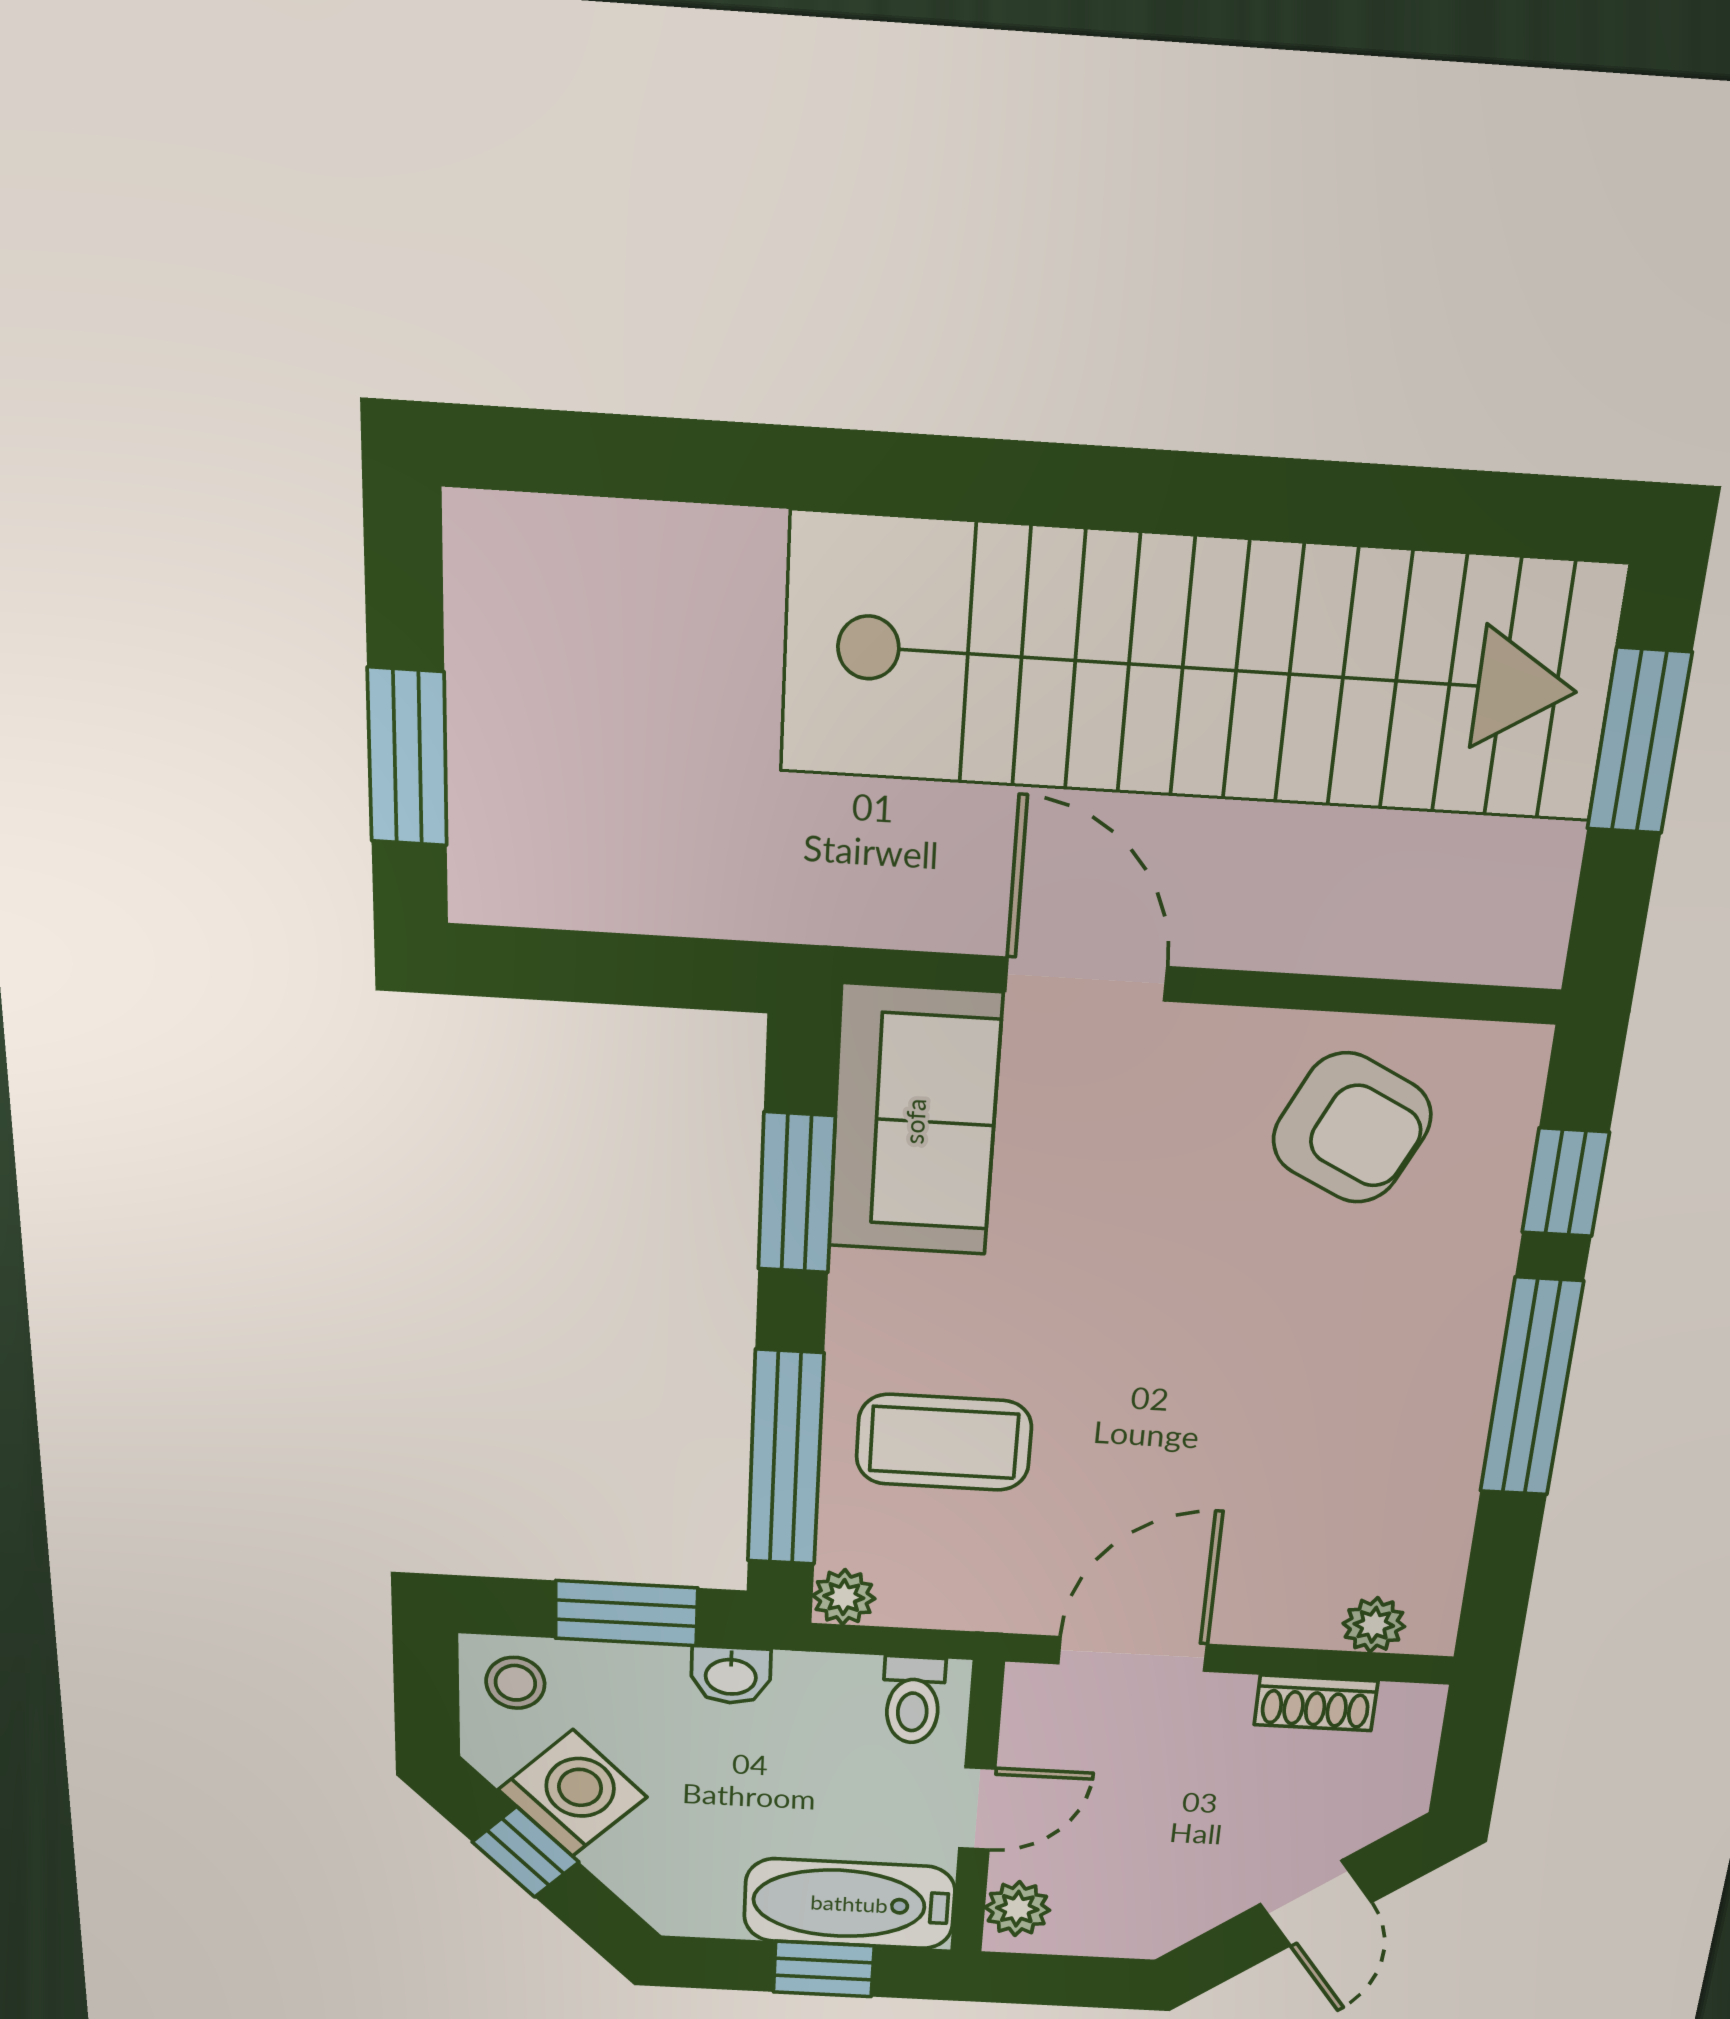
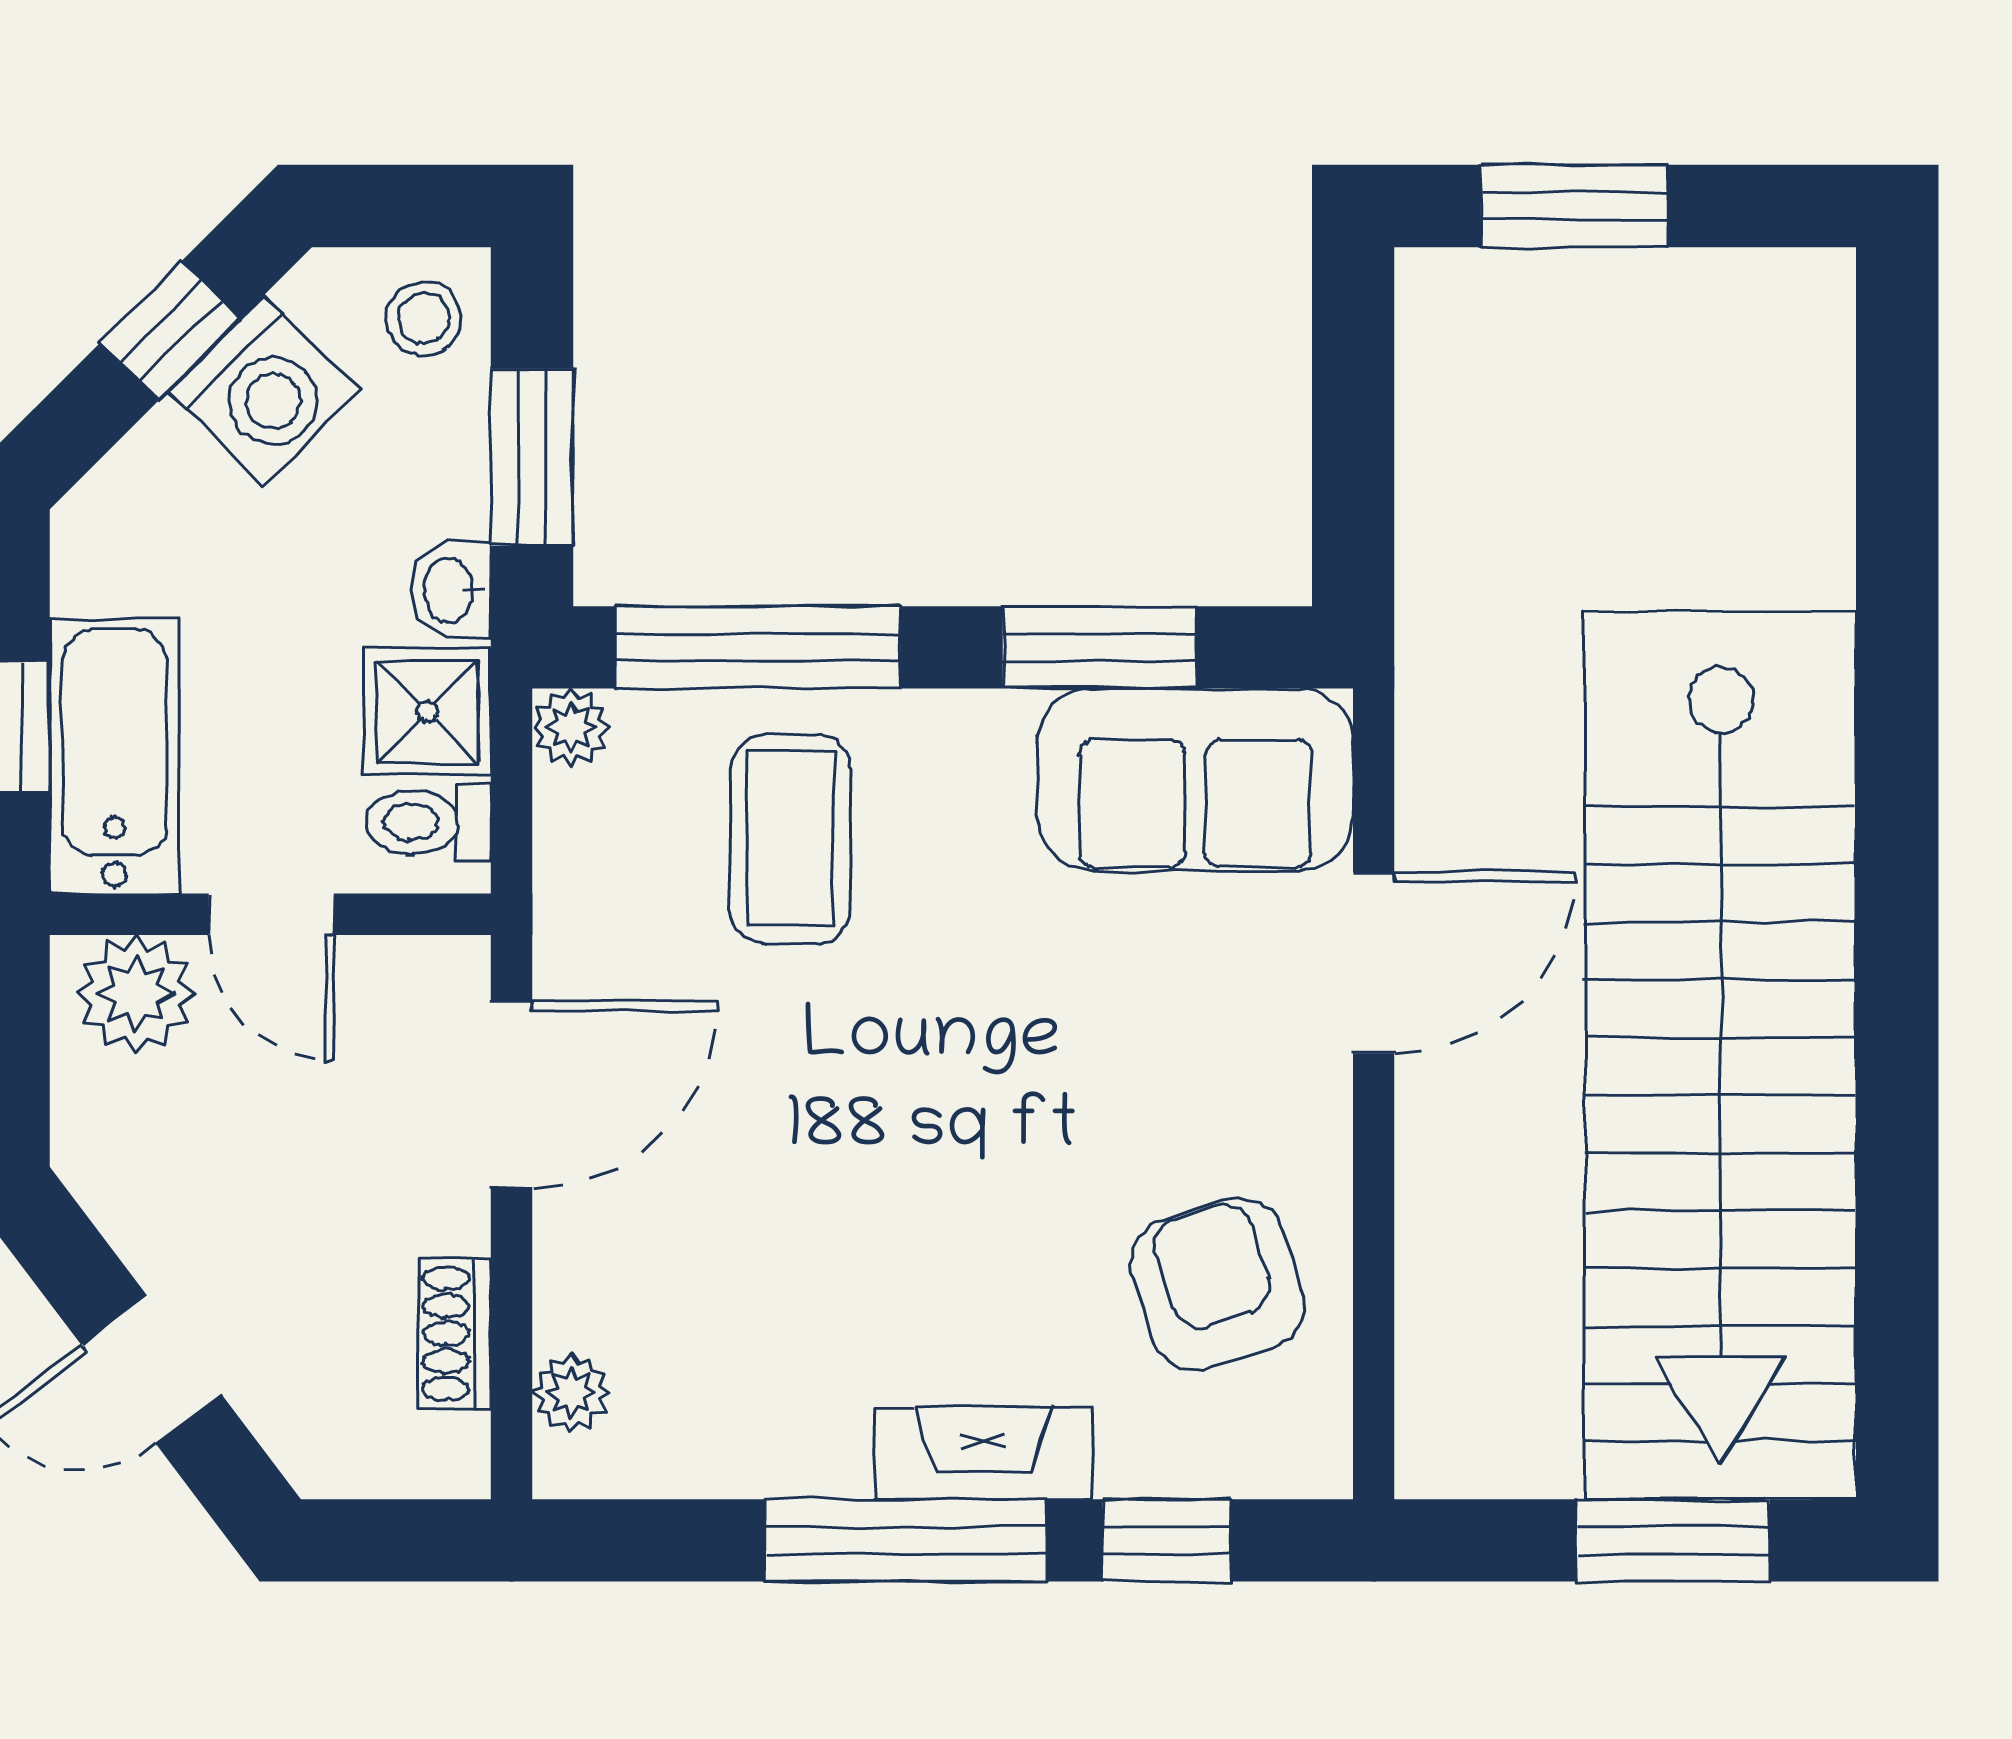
armchair: (1352, 1128) -> (1217, 1284), turned 136
fireplace: (1469, 1324) -> (983, 1453), added
door: (1132, 1654) -> (511, 1094), hinge flipped
shower: (826, 1696) -> (427, 712), added
plant: (1017, 1909) -> (136, 994), width x1.38, depth x1.38

